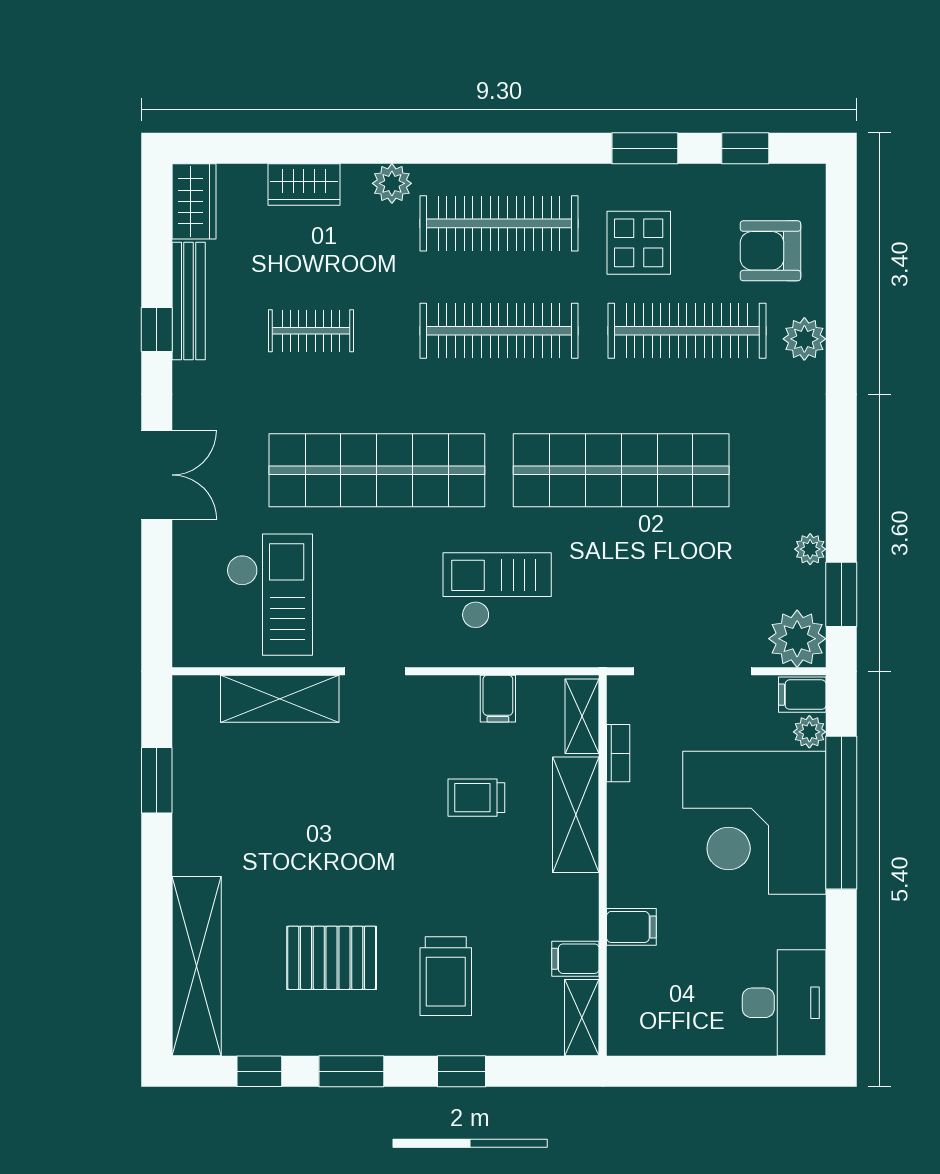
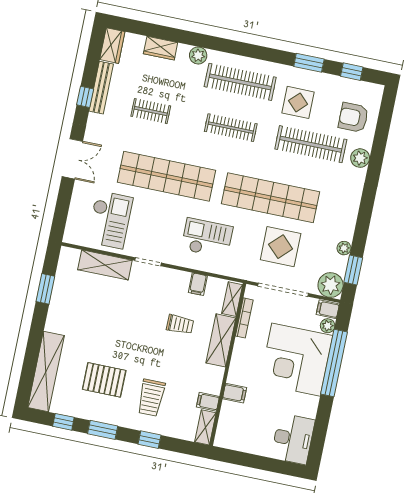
clothes rail: (499, 331) -> (231, 128), width x0.73, depth x0.76
display table: (667, 576) -> (281, 247), added
bookcase: (618, 753) -> (244, 318), width x1.56
trolley: (476, 798) -> (180, 324), turned 180

